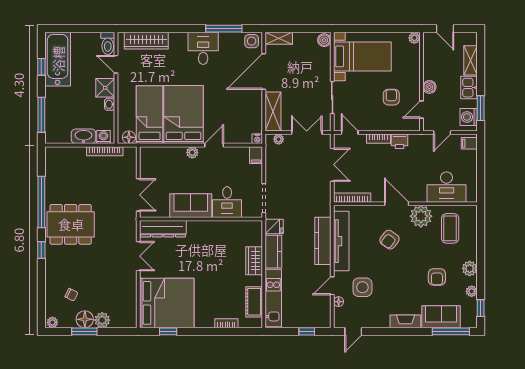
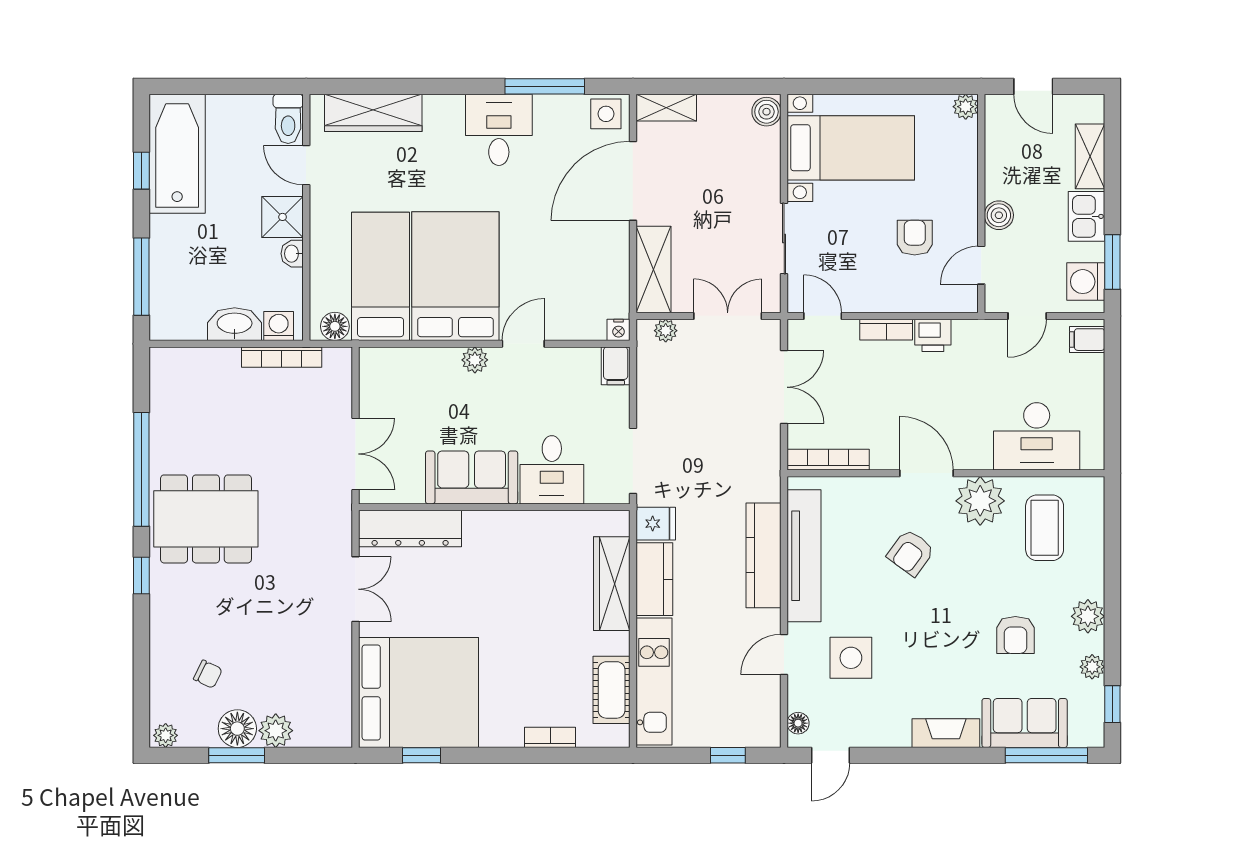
wardrobe: (254, 261) -> (612, 584), width x1.50
floor lamp: (339, 302) -> (798, 723), moved

